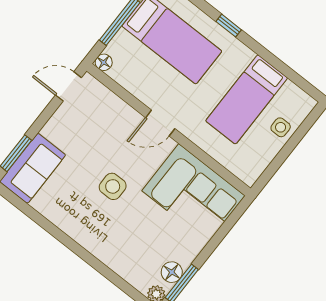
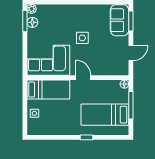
door: (68, 86) -> (131, 53), moved
bed: (247, 99) -> (48, 89), moved, turned 90
door: (160, 123) -> (83, 78), hinge flipped

